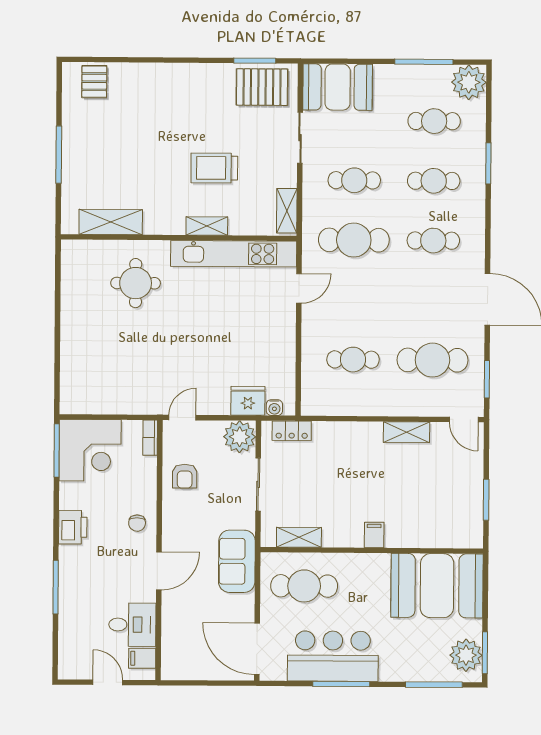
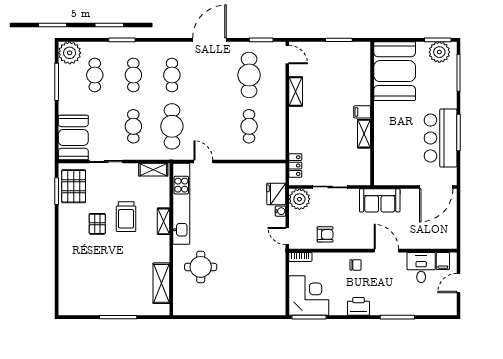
pallet: (94, 82) -> (97, 224), moved, turned 90
water cooler: (274, 408) -> (280, 211), moved
door: (464, 419) -> (287, 55), hinge flipped
shelving: (299, 537) -> (364, 134), moved
cafe table: (304, 586) -> (395, 157), removed

